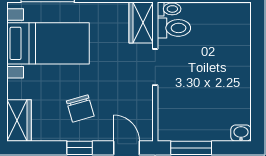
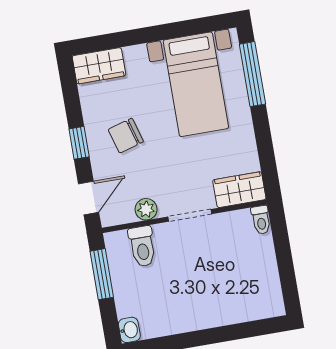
toilet: (174, 28) -> (142, 246), moved
plant: (144, 102) -> (146, 209), added

